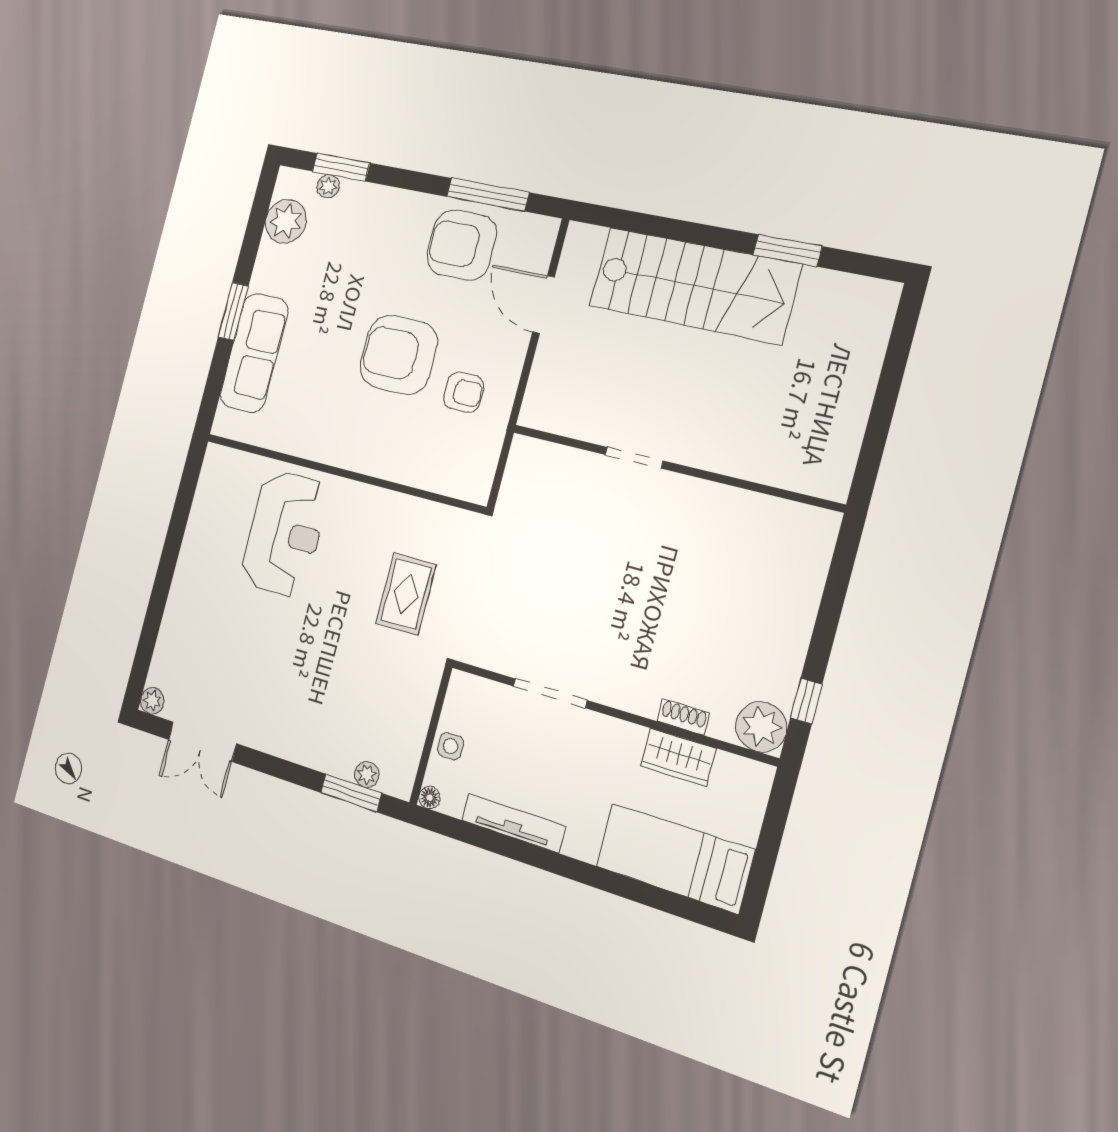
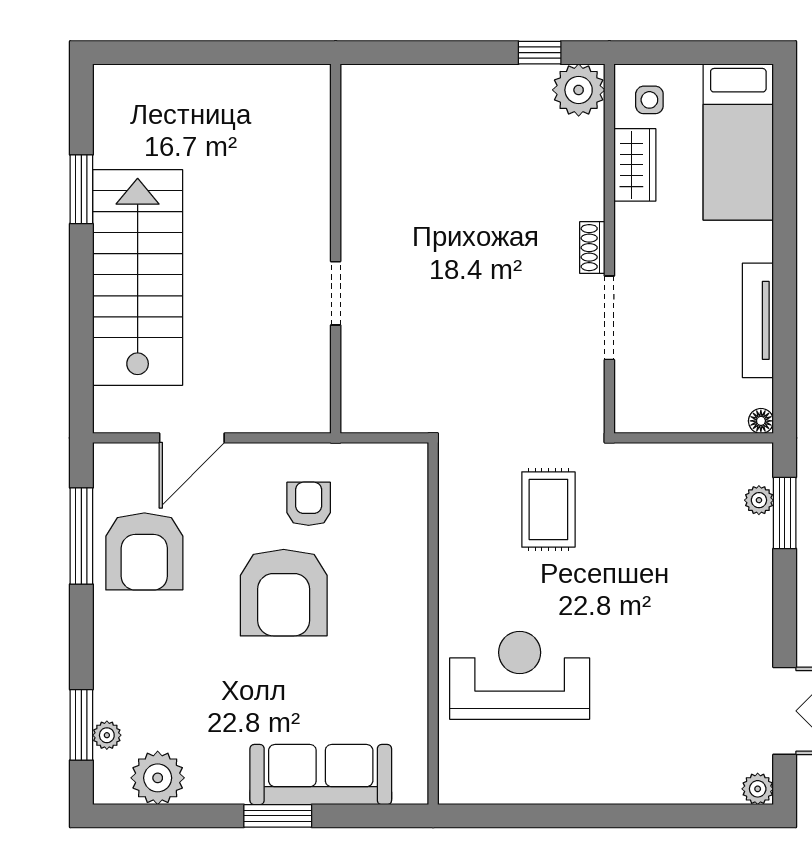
rug: (406, 594) -> (548, 509), turned 90
shoe rack: (683, 717) -> (592, 248), moved
side table: (450, 746) -> (649, 100), moved

